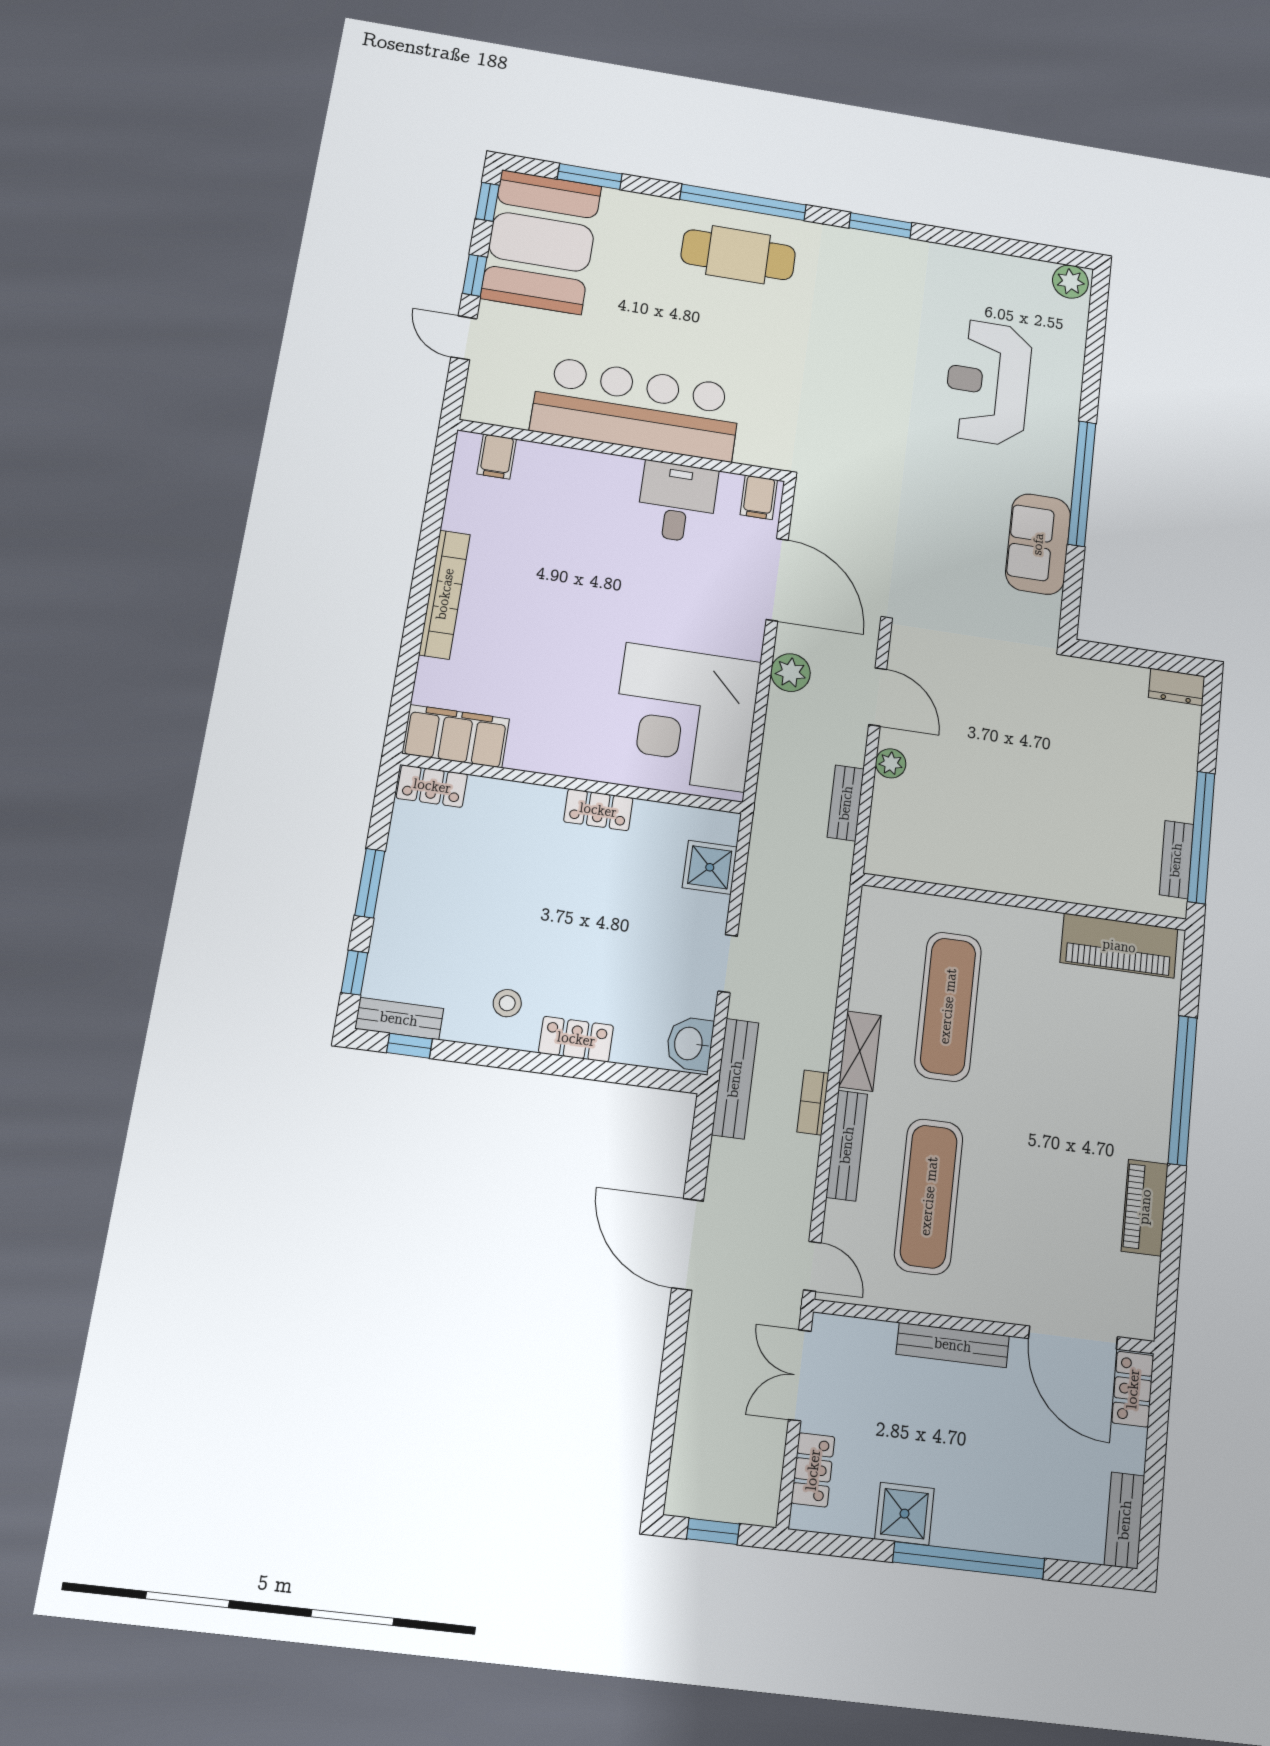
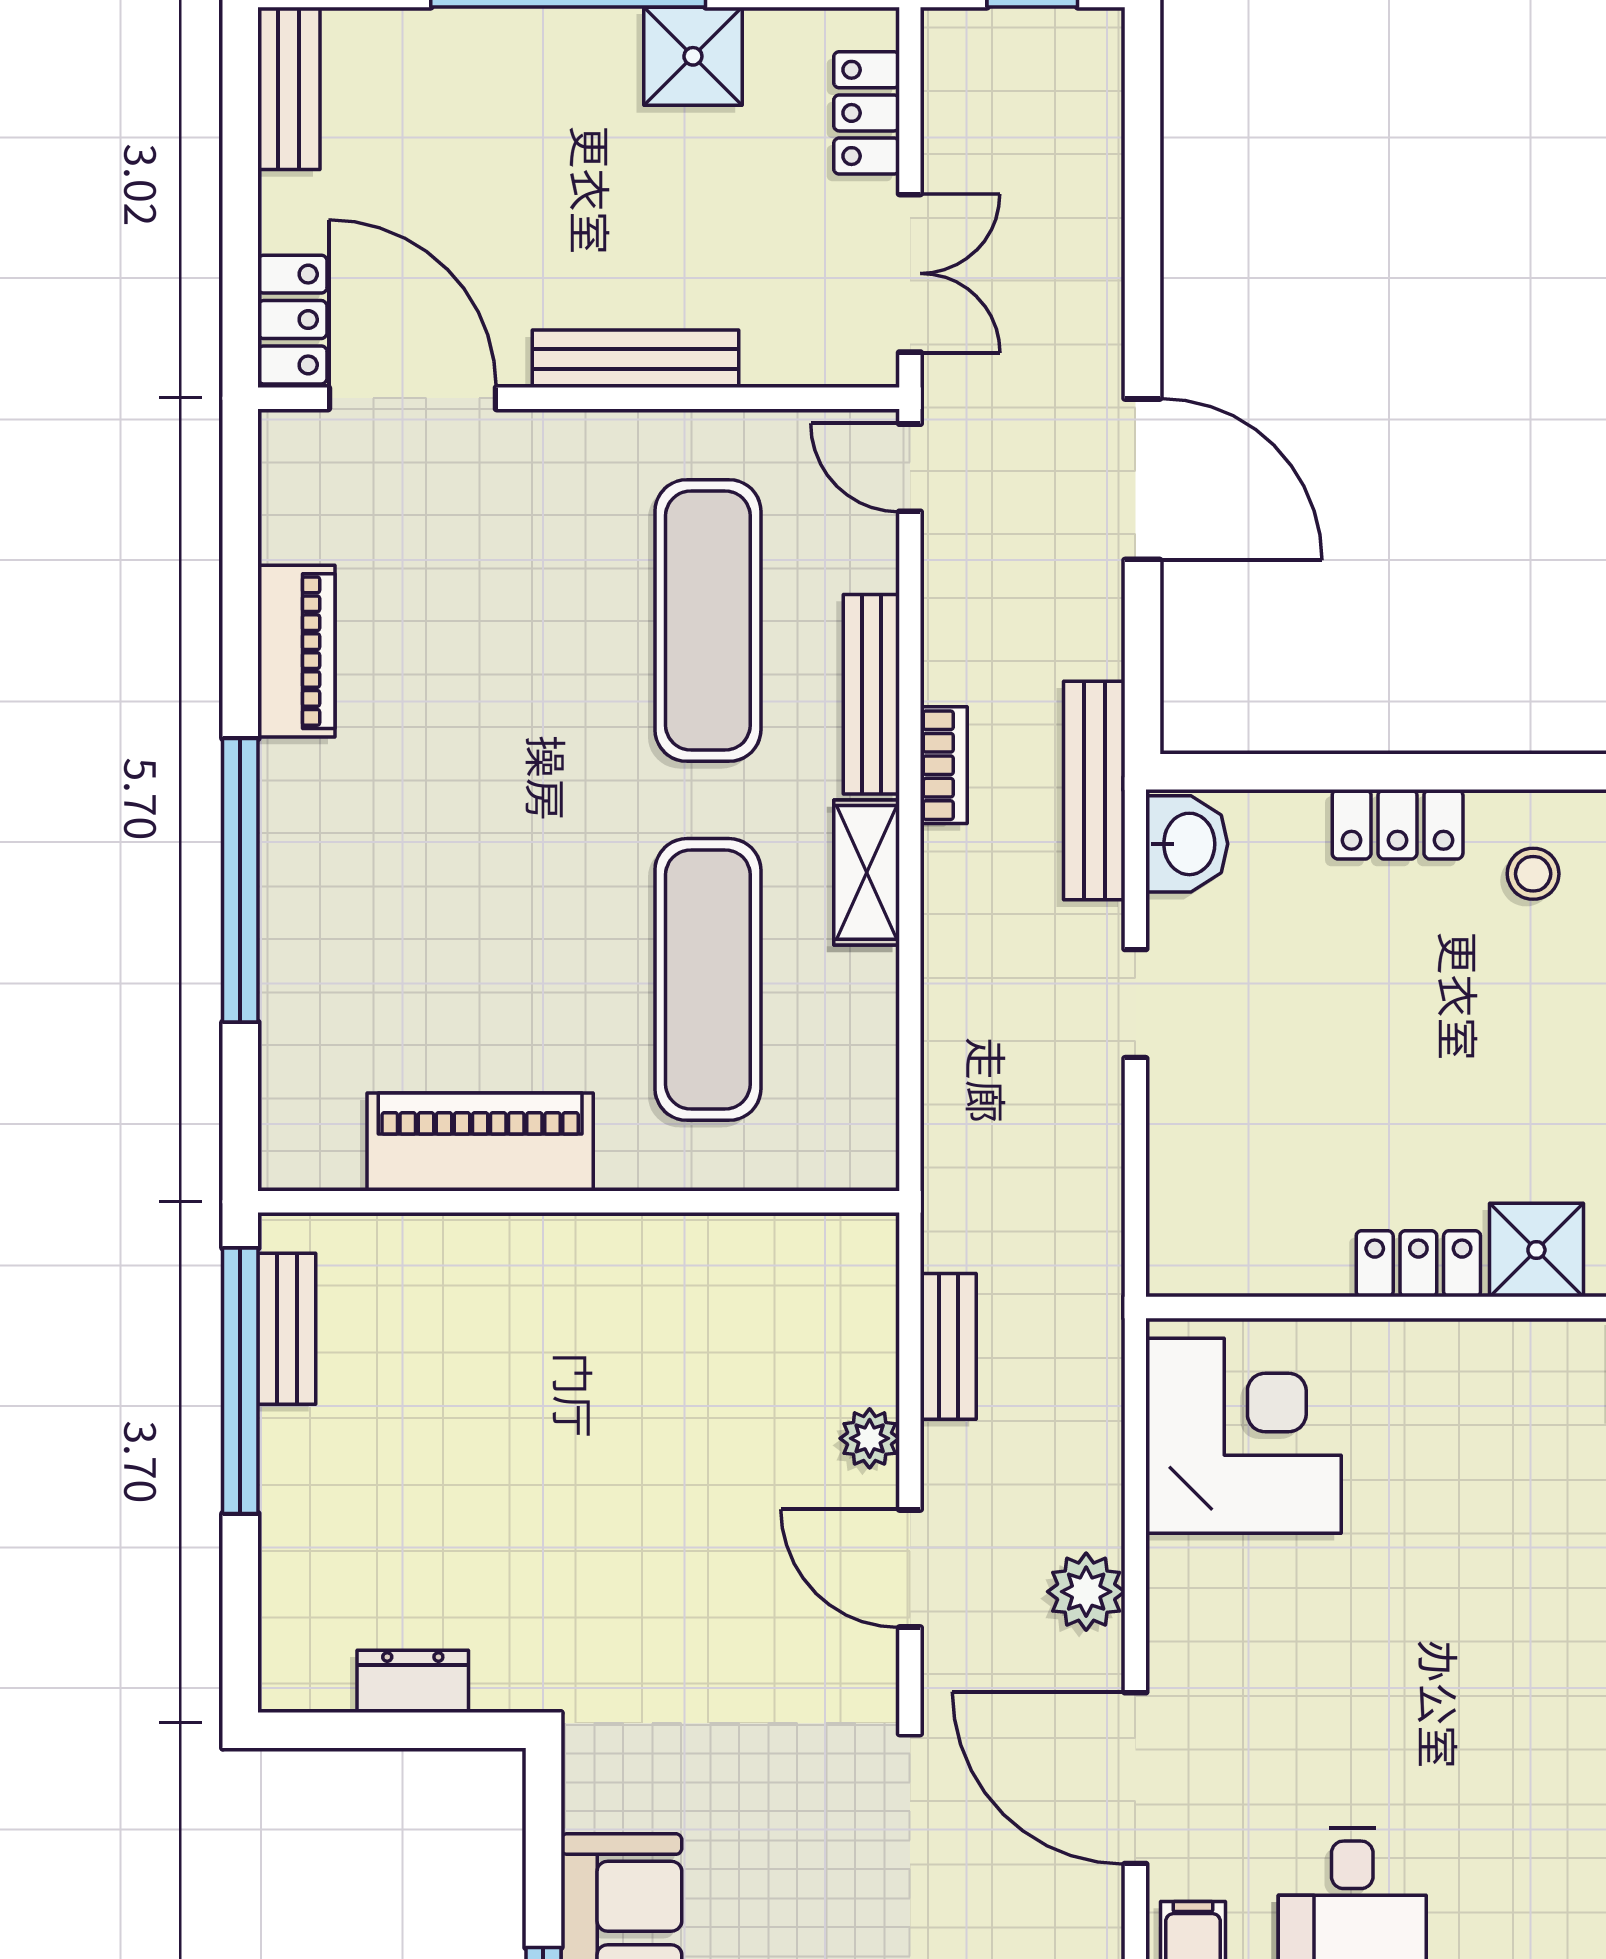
dresser: (1177, 687) -> (413, 1681), moved
corner desk: (685, 717) -> (1244, 1436), width x0.74, depth x0.74
shower: (710, 867) -> (1536, 1250), moved
piano: (1119, 946) -> (480, 1142), moved

